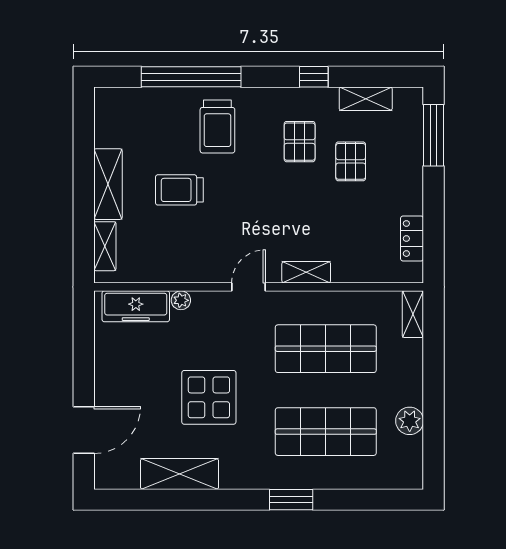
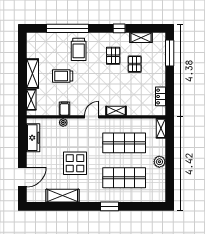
filing cabinet: (184, 267) -> (64, 109), added
freezer: (136, 306) -> (33, 138), moved, turned -90
plant: (410, 421) -> (159, 162), moved

